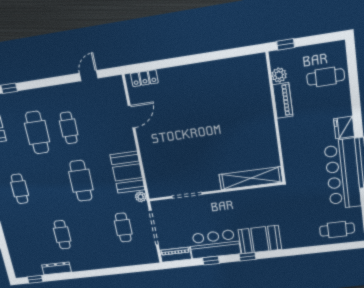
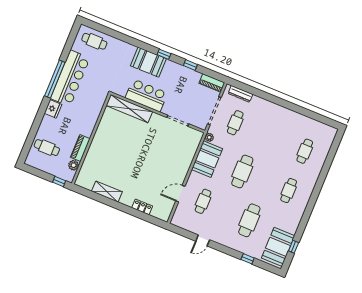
shelving: (219, 68) -> (107, 192), added
door: (89, 76) -> (203, 240), moved
locker: (144, 78) -> (142, 207), moved
cafe table: (69, 128) -> (203, 201), moved
cafe table: (62, 235) -> (305, 151), moved
bar counter: (214, 244) -> (146, 95), moved, turned 180
dresser: (56, 268) -> (240, 94), moved
window: (35, 279) -> (325, 120), removed

